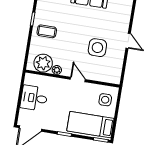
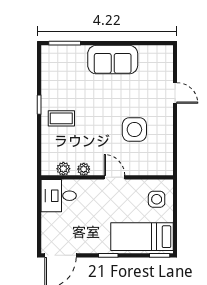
door: (128, 41) -> (175, 93), moved
plant: (43, 63) -> (63, 169), width x0.53, depth x0.53
desk: (34, 98) -> (59, 196), moved

